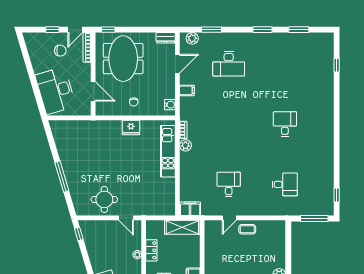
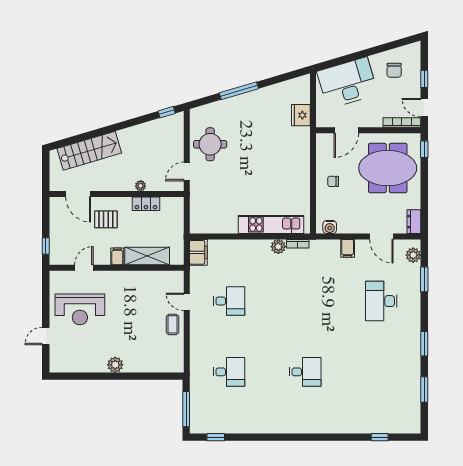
chair: (60, 51) -> (394, 70), moved
fridge: (131, 127) -> (301, 115), moved
desk: (285, 184) -> (229, 372), turned -90
shelving: (182, 227) -> (147, 256), moved, turned 90

